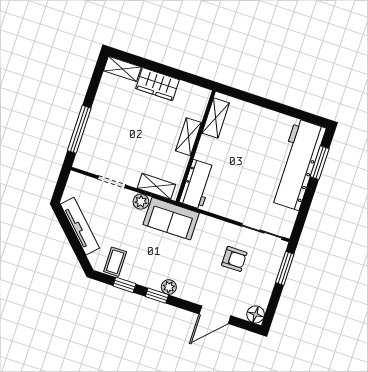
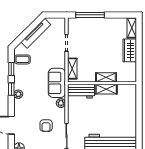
shelving: (216, 118) -> (106, 89), moved
plant: (141, 202) -> (61, 103), moved

